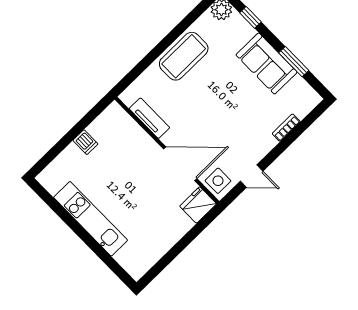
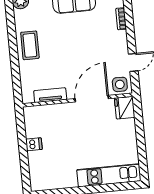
coffee table: (184, 56) -> (30, 45), width x0.73, depth x0.76
kitchen unit: (91, 219) -> (109, 175), moved

